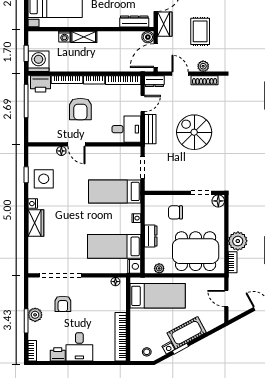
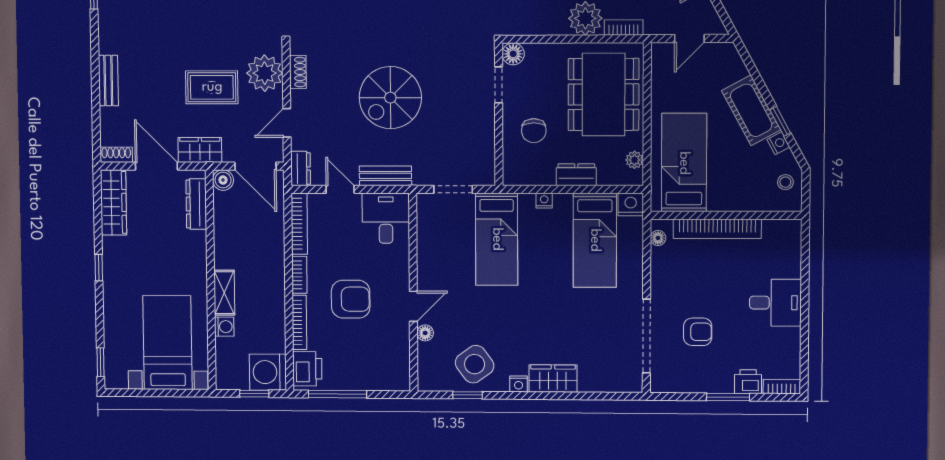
plant: (203, 66) -> (265, 73), width x1.87, depth x1.87
shoe rack: (205, 80) -> (298, 72), width x0.70
side table: (44, 179) -> (475, 364), turned -36
plant: (35, 315) -> (717, 381), removed
bookcase: (121, 337) -> (717, 229), moved
printer: (58, 354) -> (748, 382), moved, turned 90

